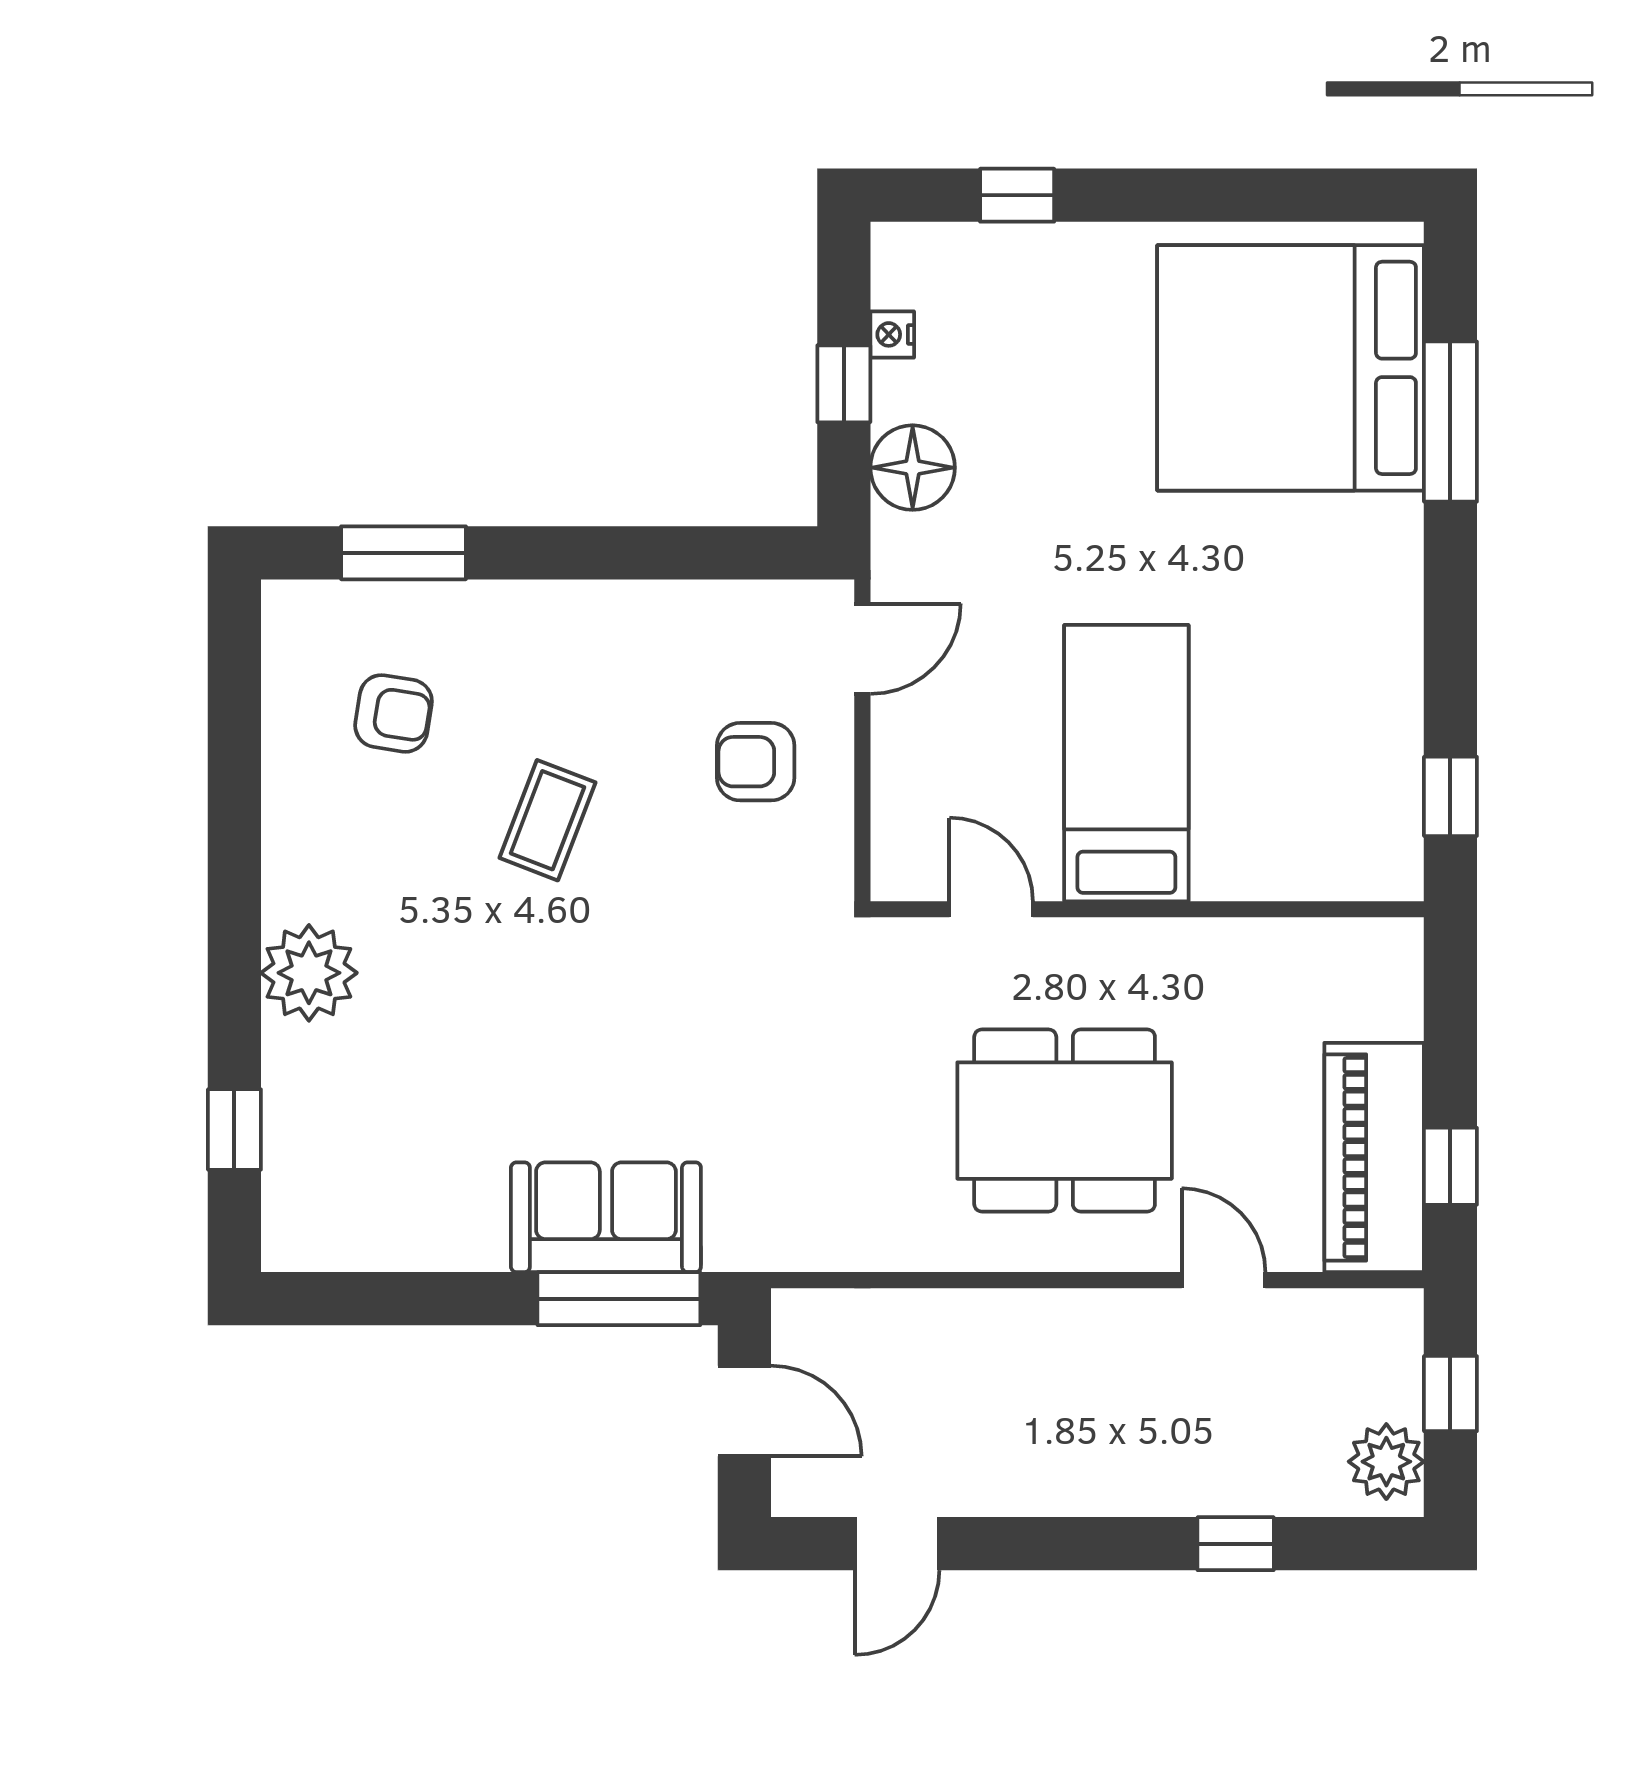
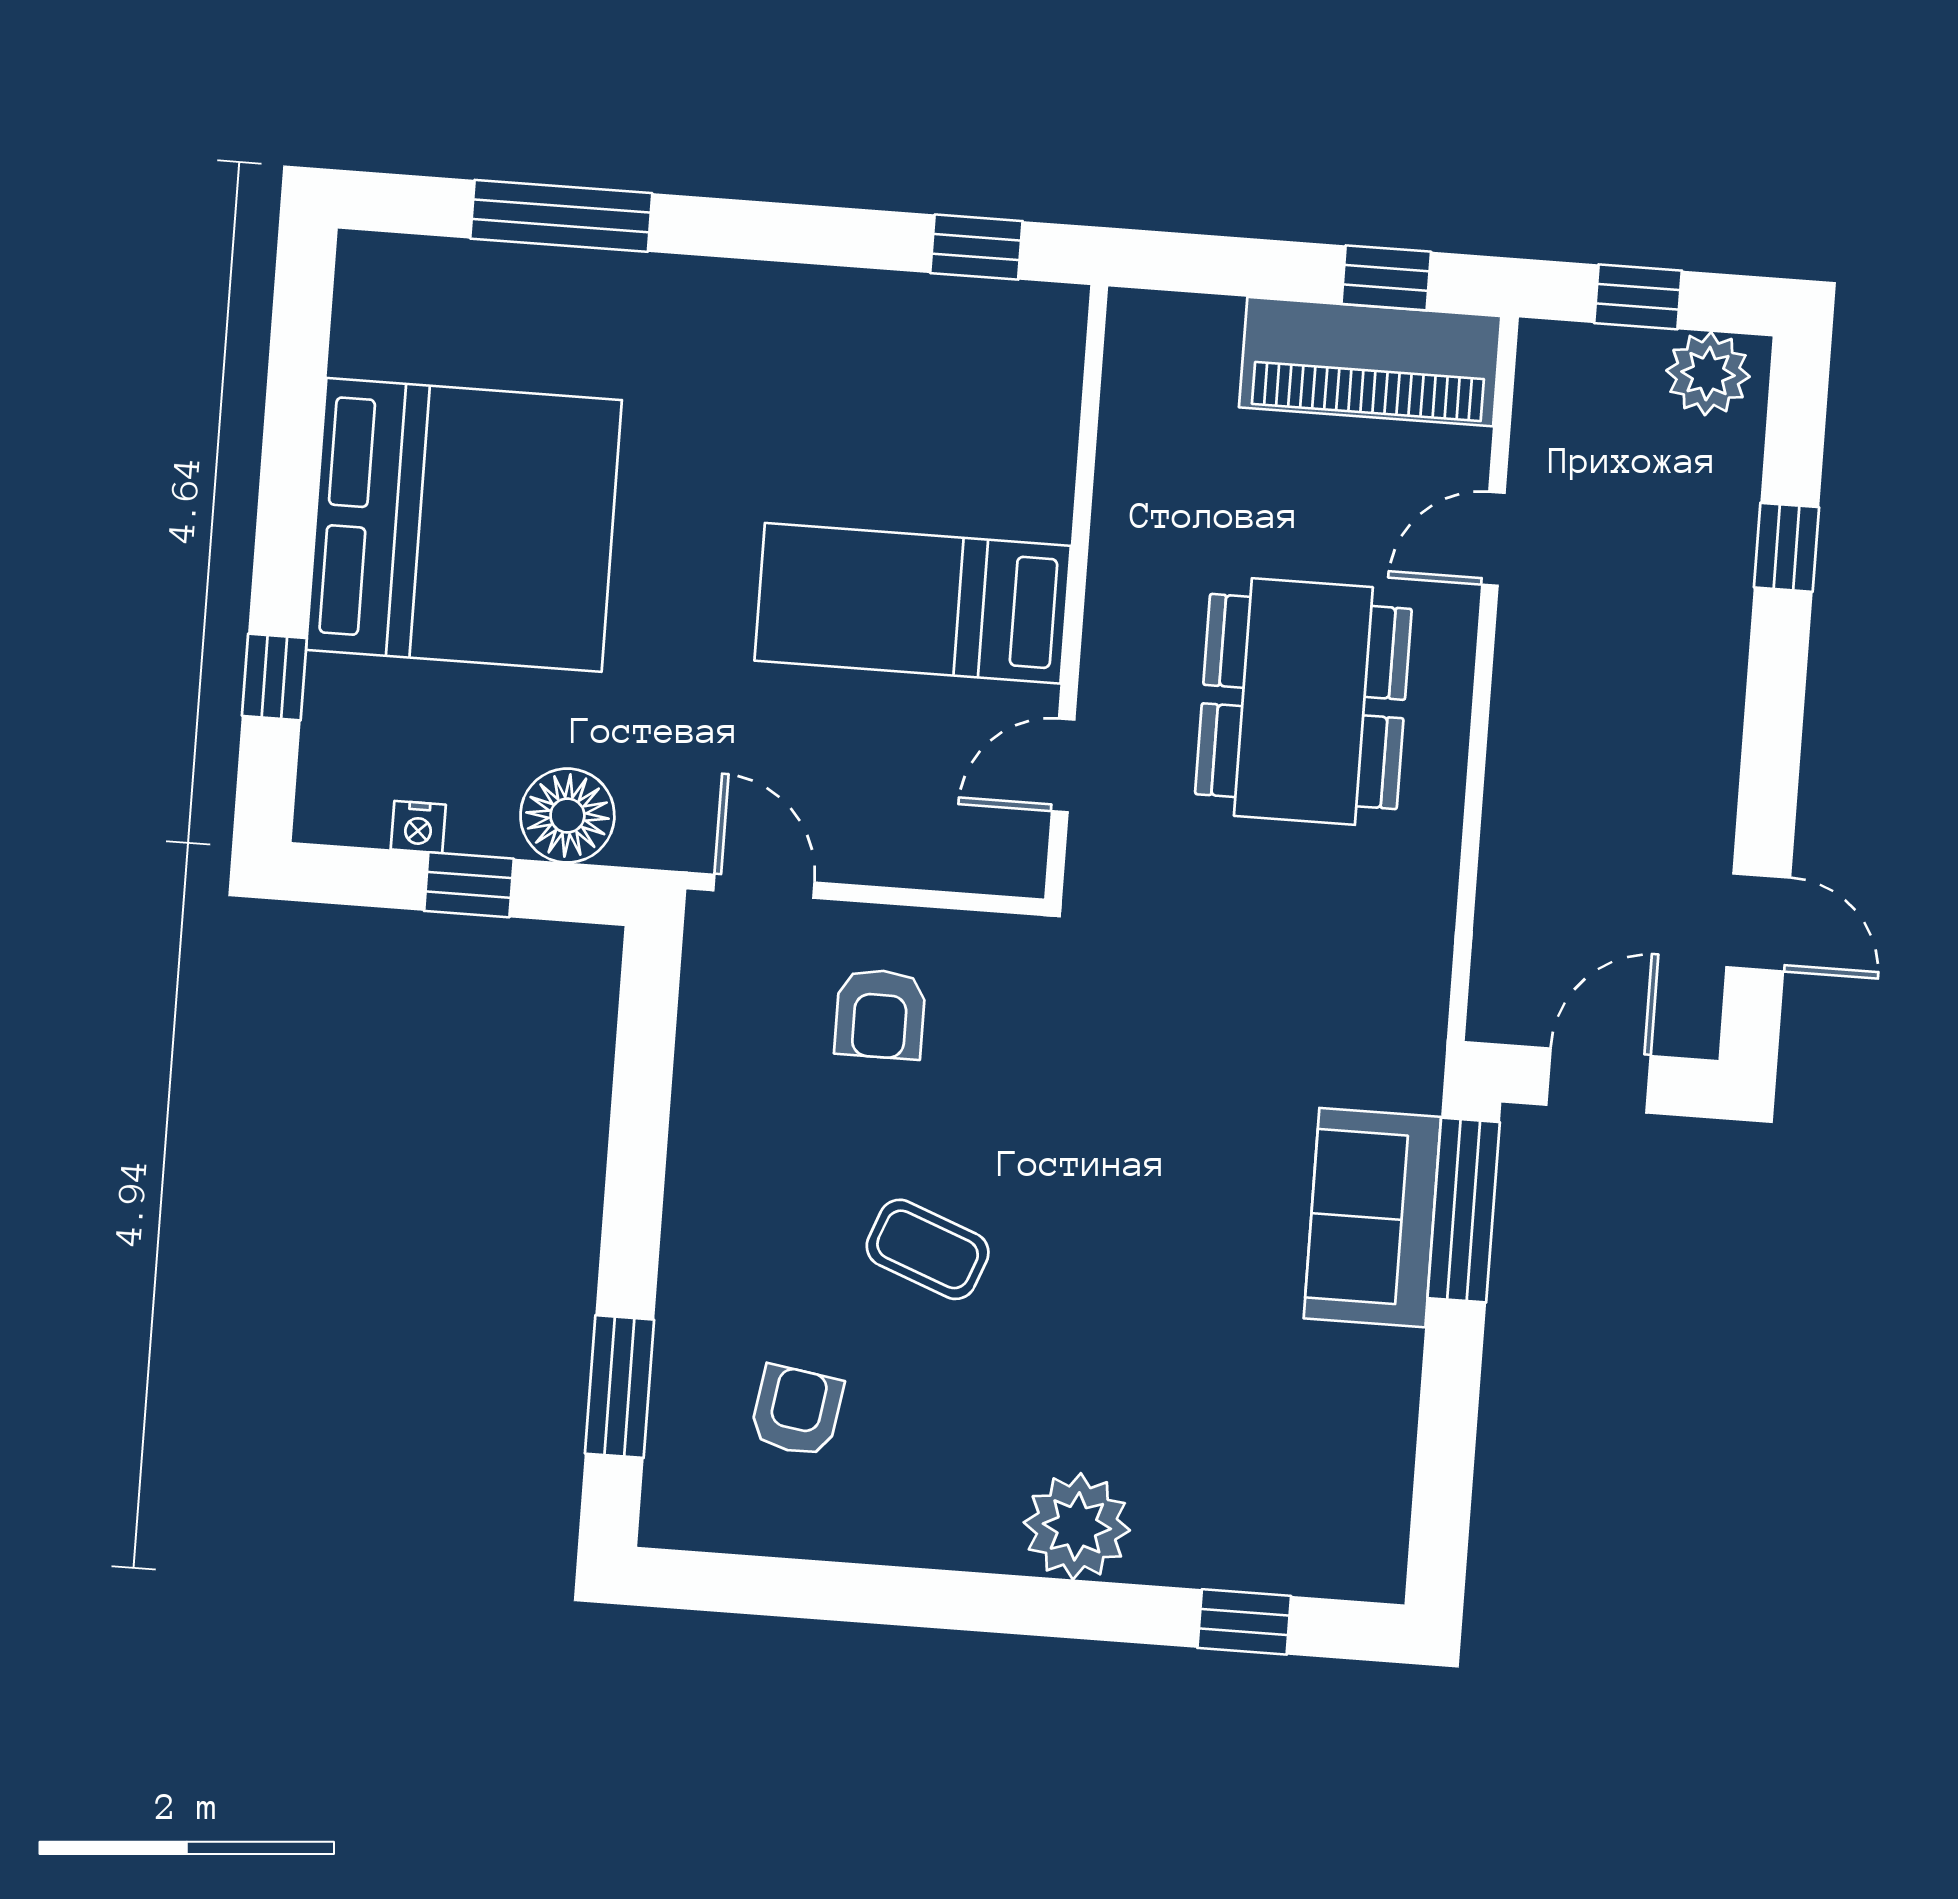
bed: (1291, 368) -> (464, 525), moved, turned -90

